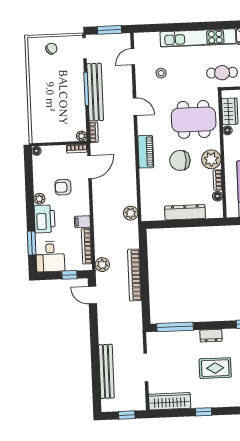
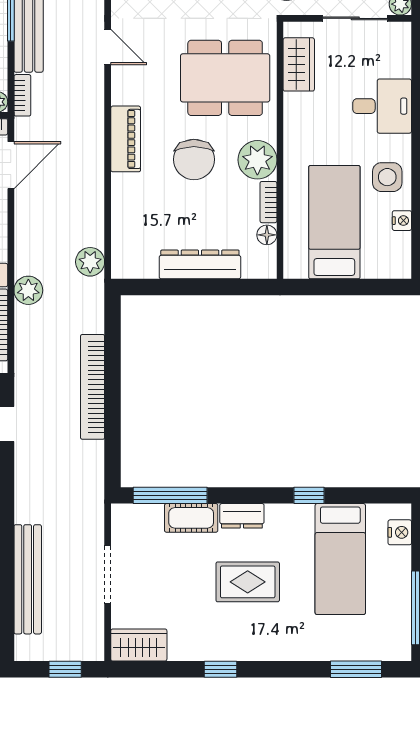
floor lamp: (227, 130) -> (293, 103), removed
chair: (180, 160) -> (194, 159), turned -90
plant: (102, 265) -> (28, 290), moved
cot: (186, 338) -> (191, 518), added
wardrobe: (170, 401) -> (139, 645), width x0.67

